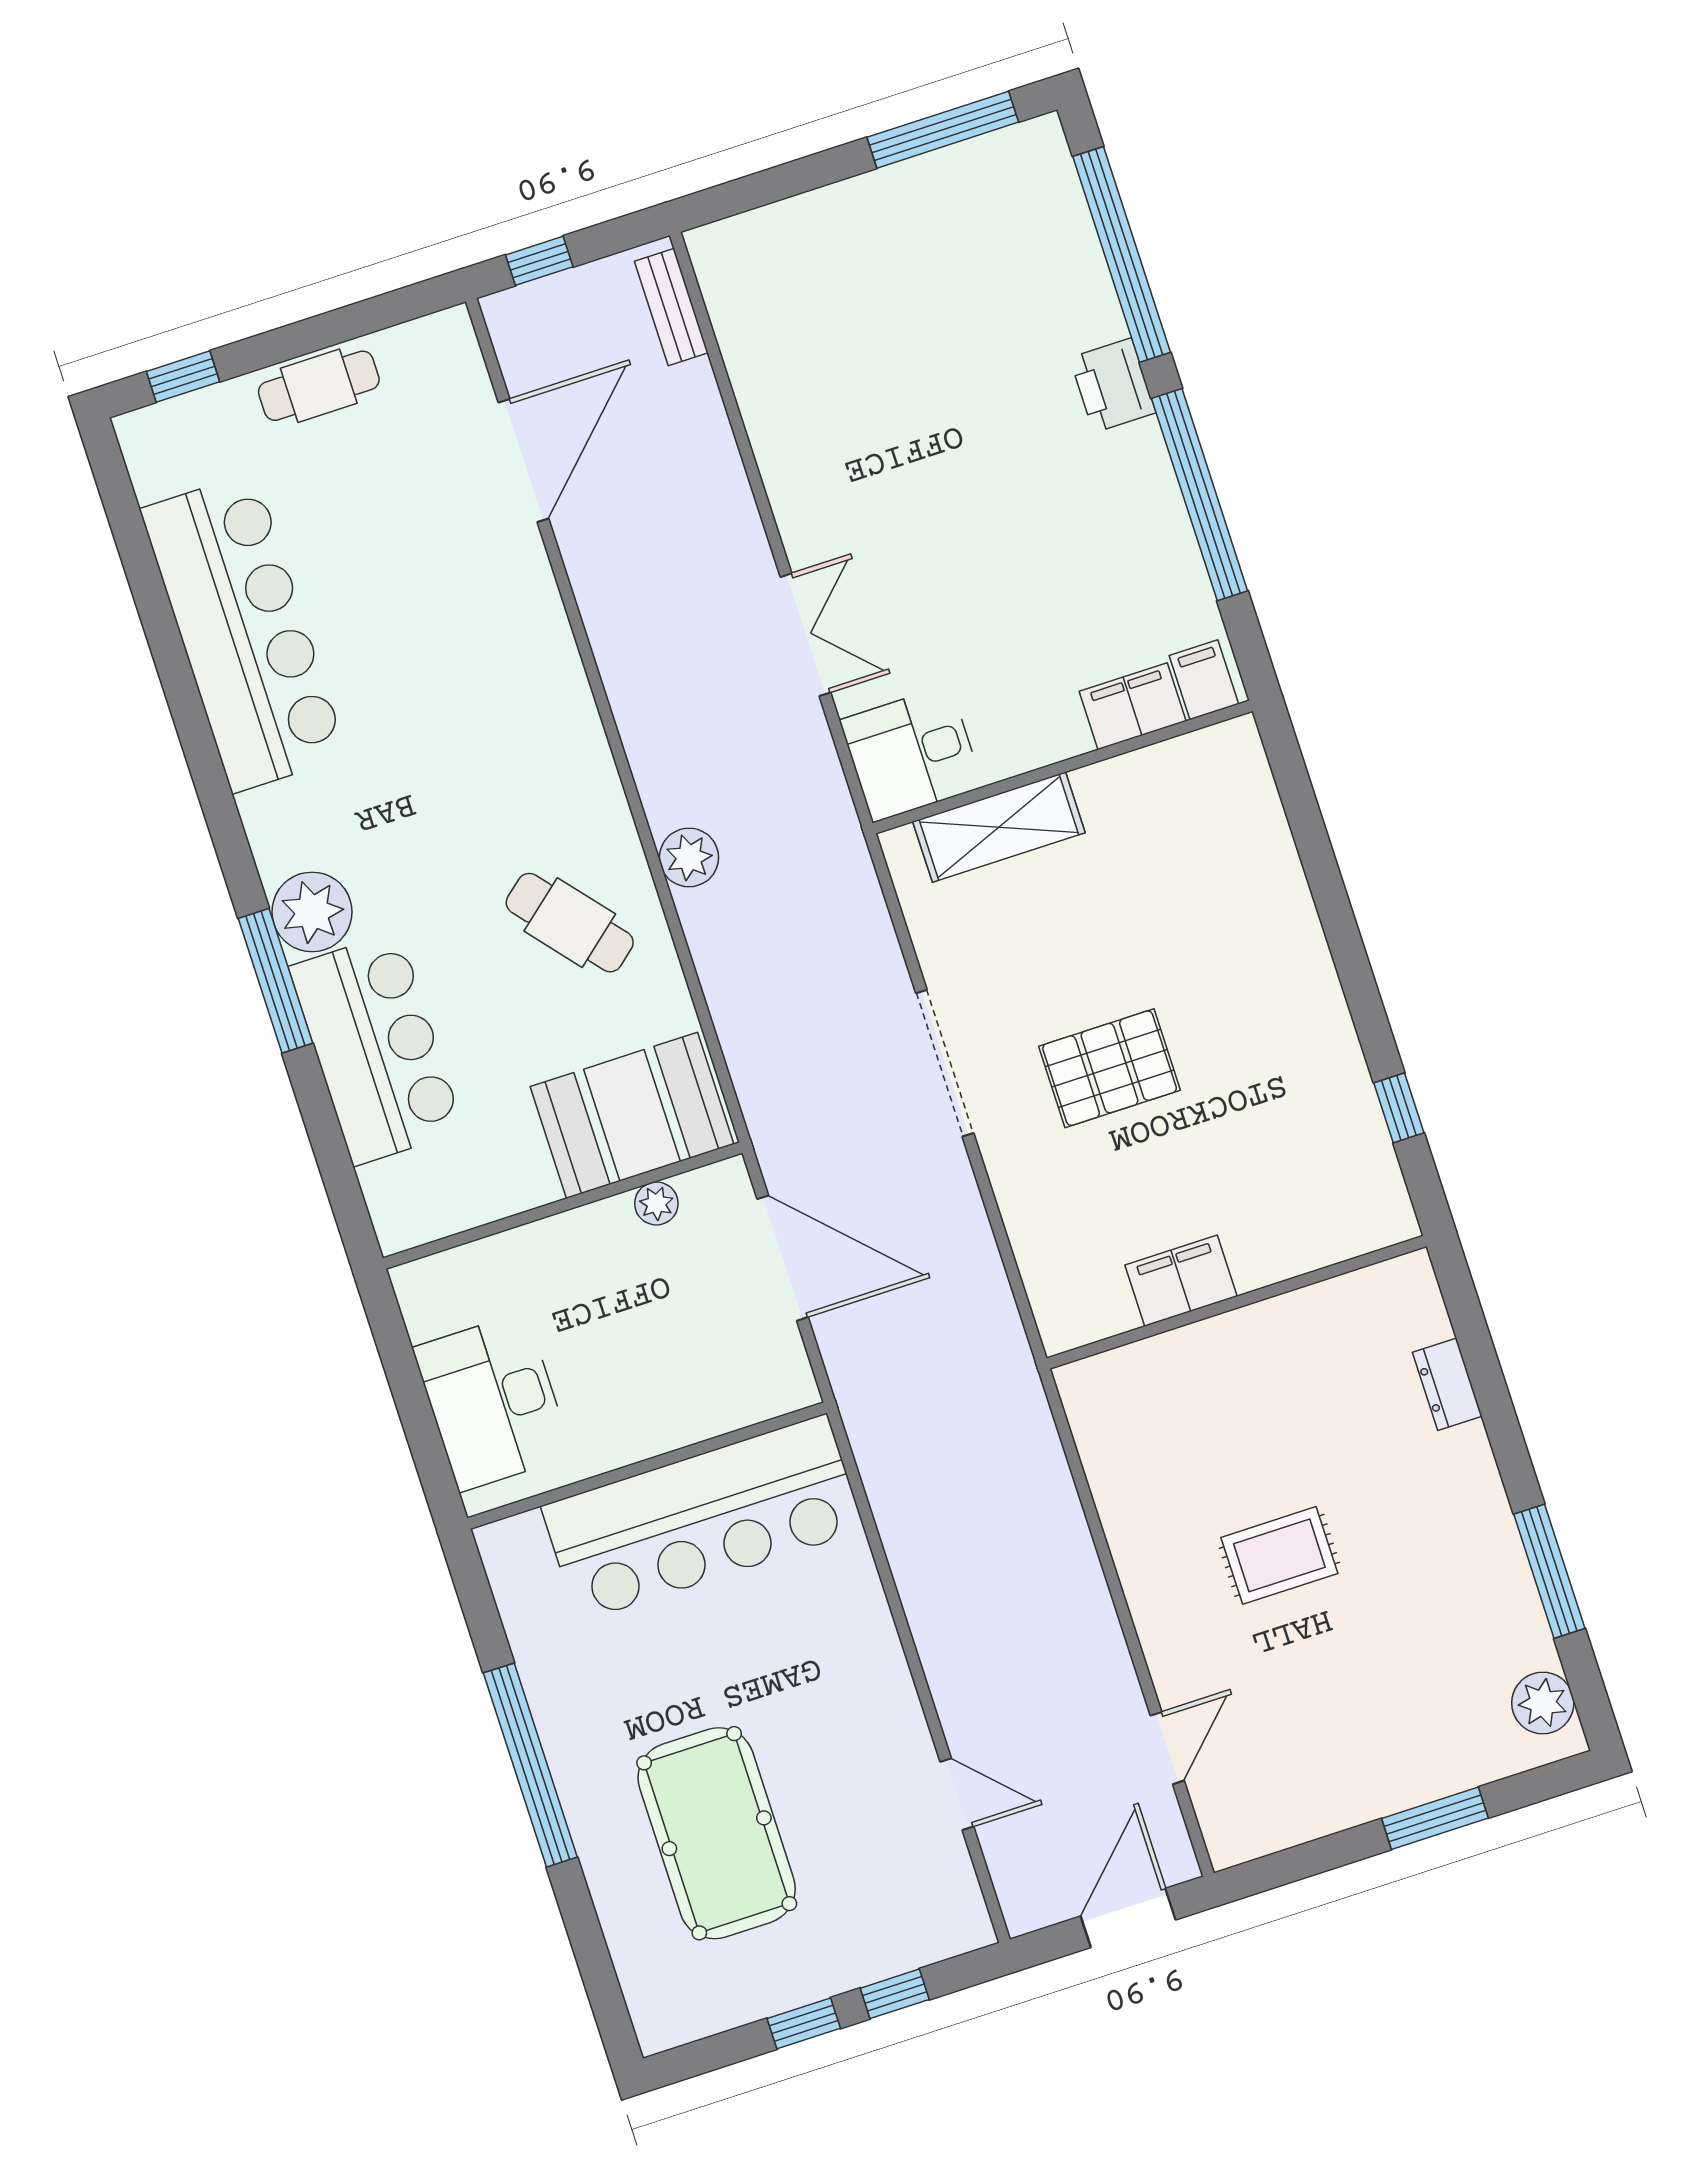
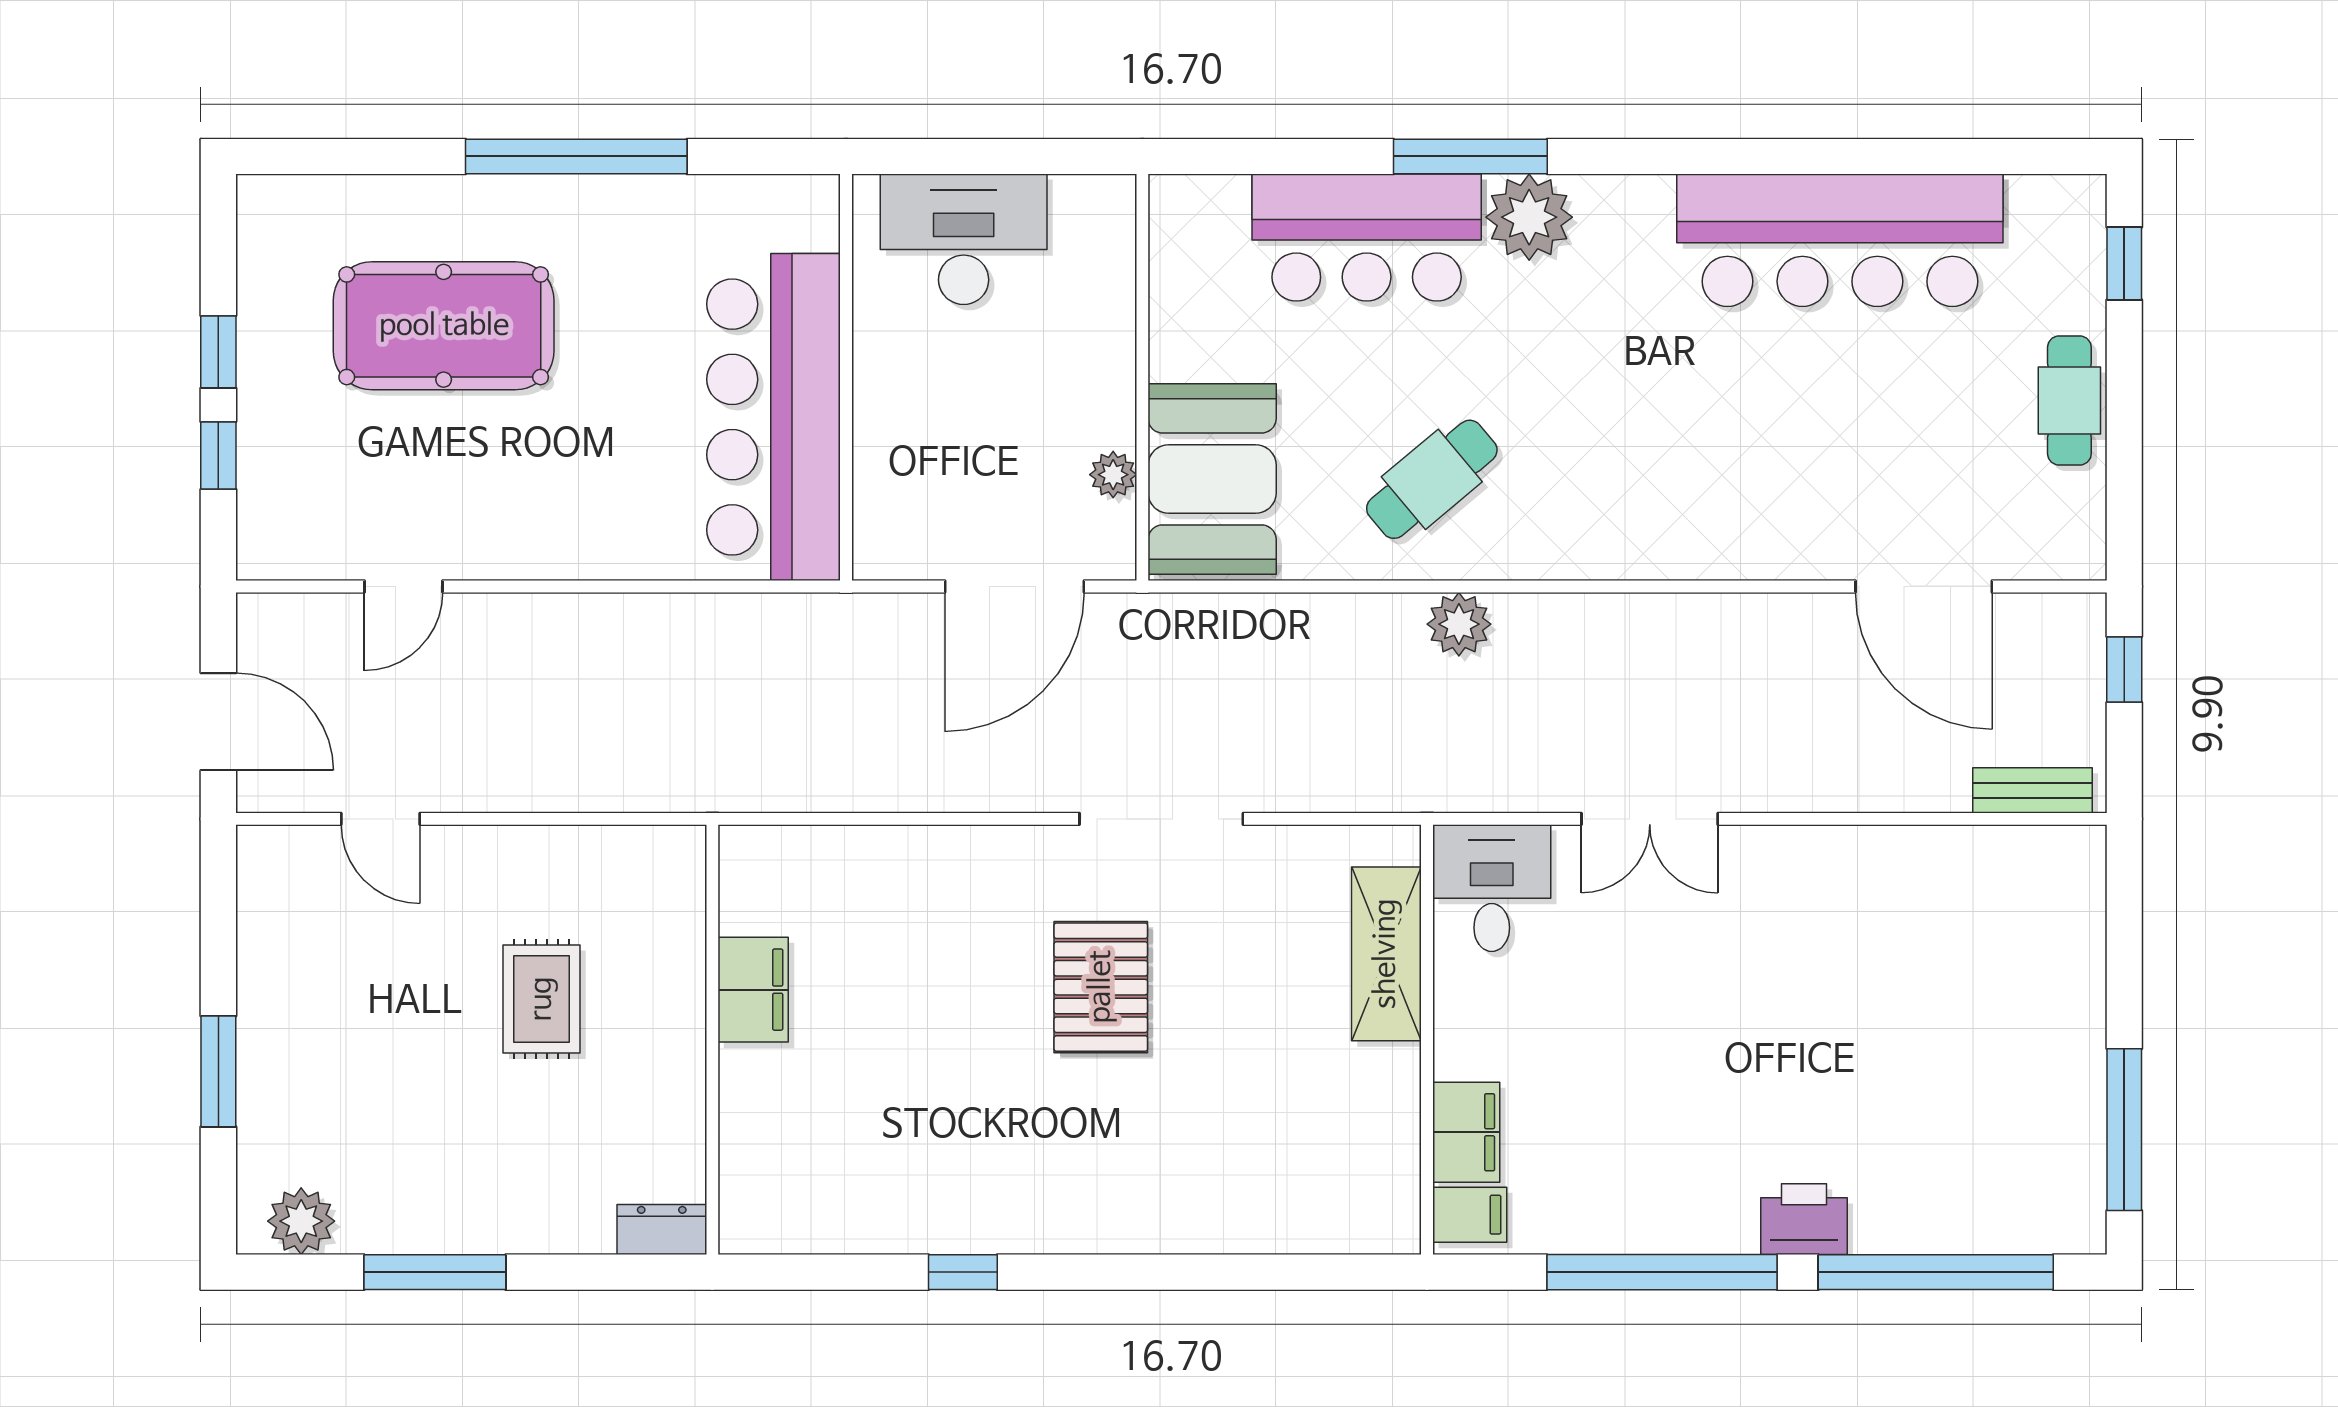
filing cabinet: (1181, 1281) -> (753, 990), moved
wall: (1237, 1302) -> (712, 1040), moved

